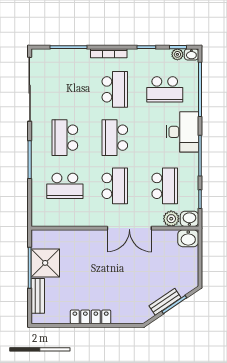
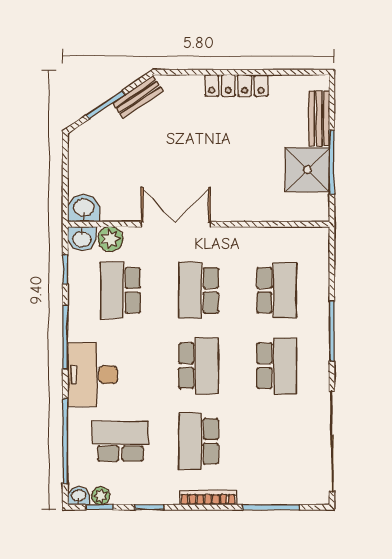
school desk: (65, 186) -> (277, 290), turned 90
bench: (165, 302) -> (138, 97), moved

